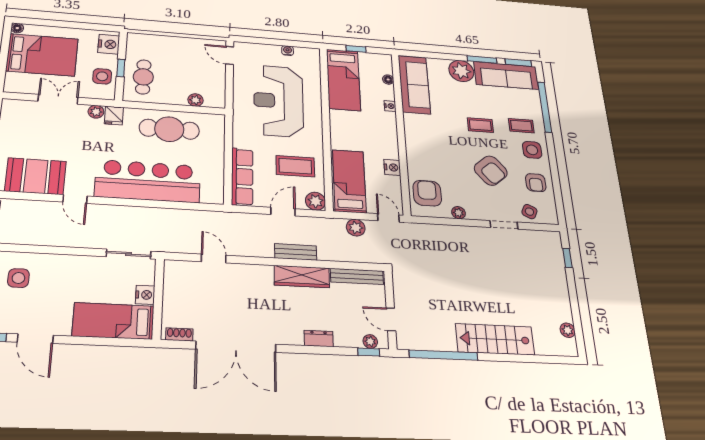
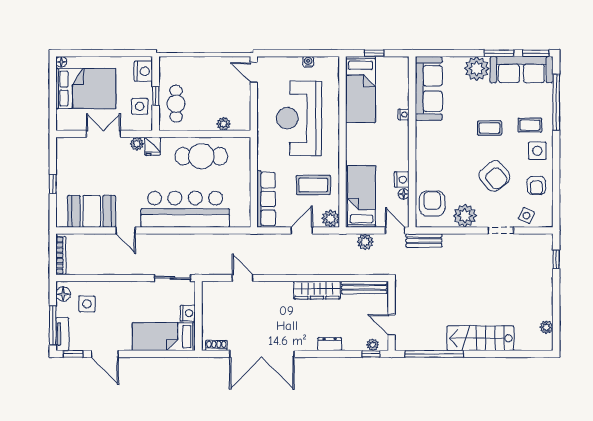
floor lamp: (388, 80) -> (404, 194), moved
plant: (459, 213) -> (465, 216), width x1.88, depth x1.88
bench: (296, 252) -> (424, 240), moved

